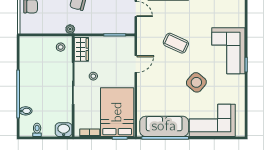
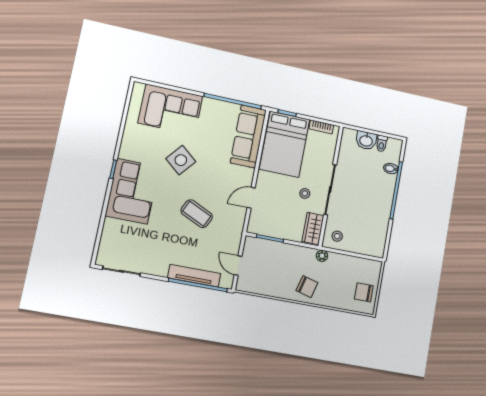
sofa: (164, 126) -> (248, 136), moved, turned 90
washbasin: (64, 130) -> (366, 140), moved

